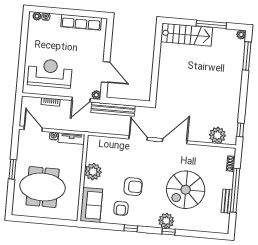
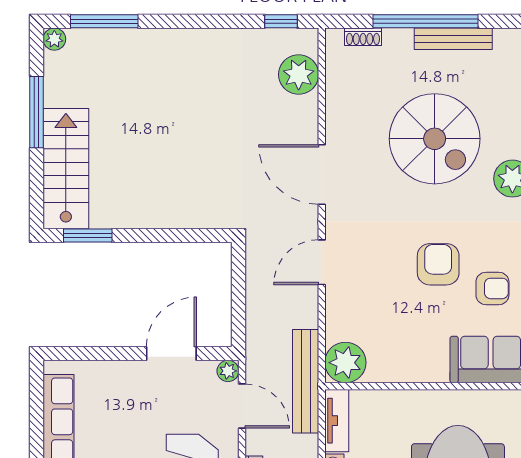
window: (158, 41) -> (88, 235), added
bench: (113, 109) -> (306, 381), moved
plant: (93, 172) -> (345, 363), moved
bench: (227, 201) -> (453, 39), width x1.36

